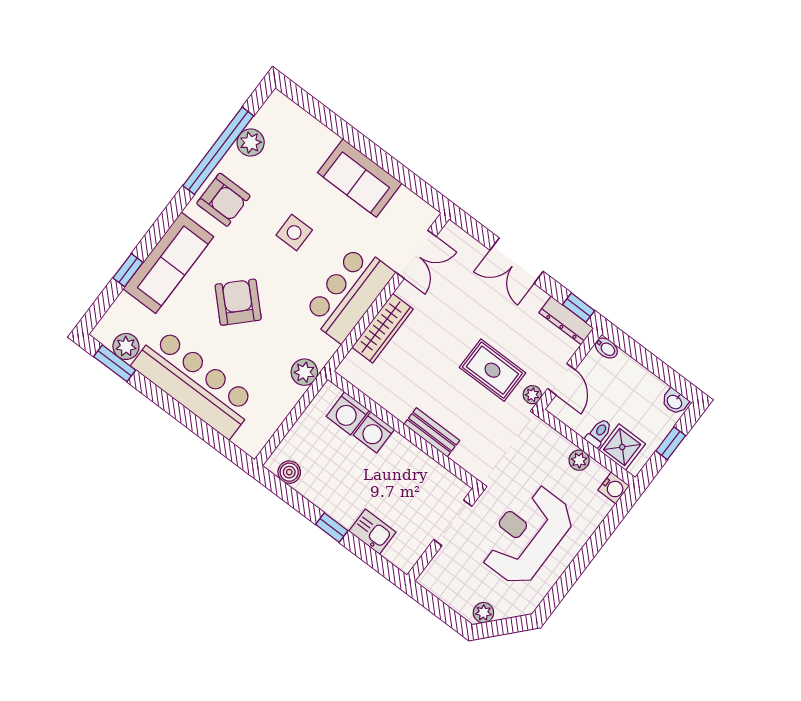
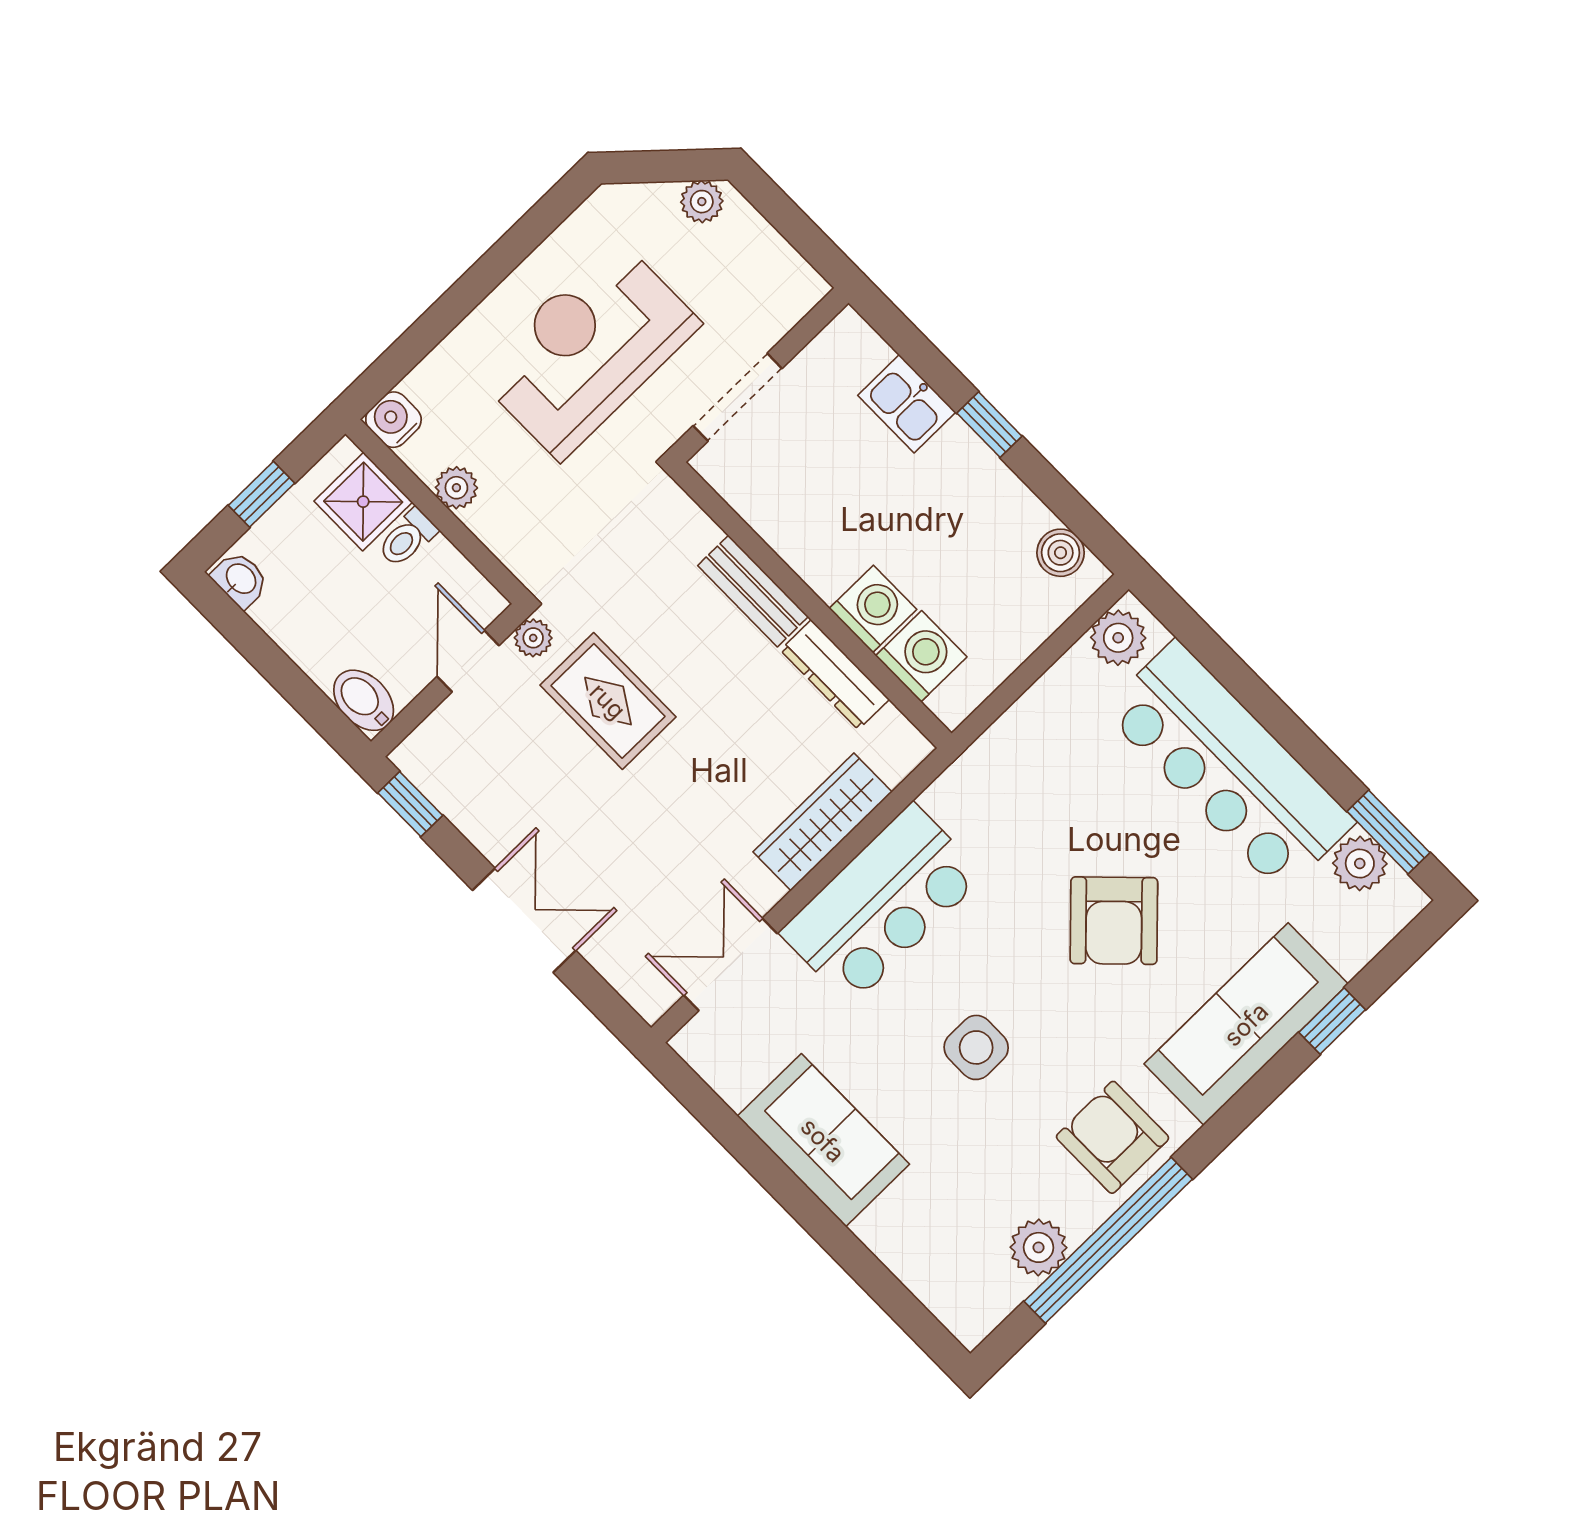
dresser: (566, 320) -> (835, 675), moved, turned 180
bidet: (606, 348) -> (364, 700), width x1.38, depth x1.36
plant: (304, 372) -> (1118, 638), moved
reception desk: (527, 535) -> (588, 349), turned 180

